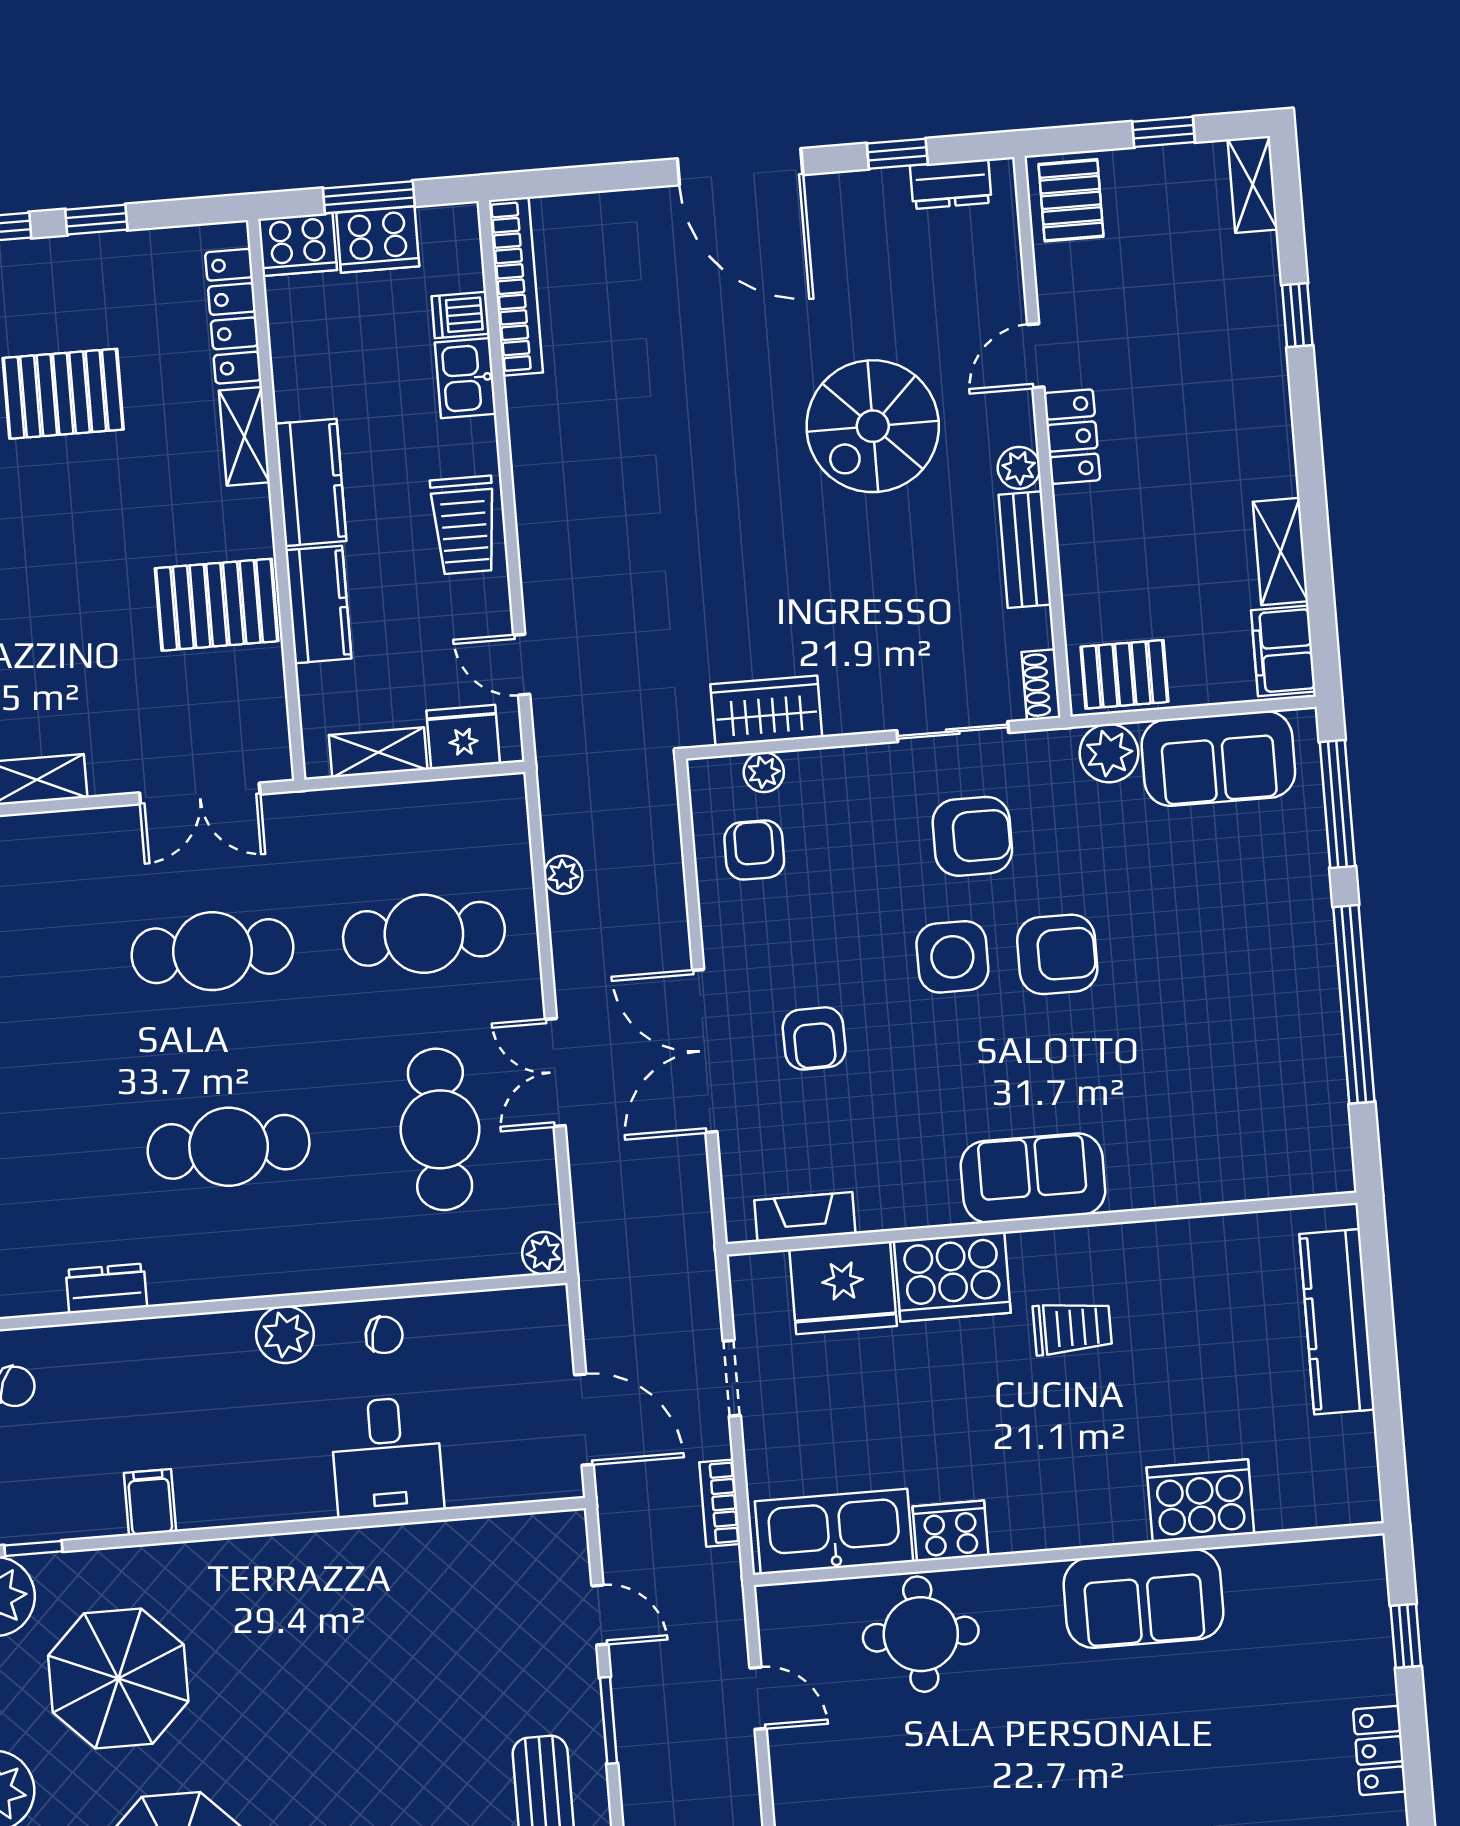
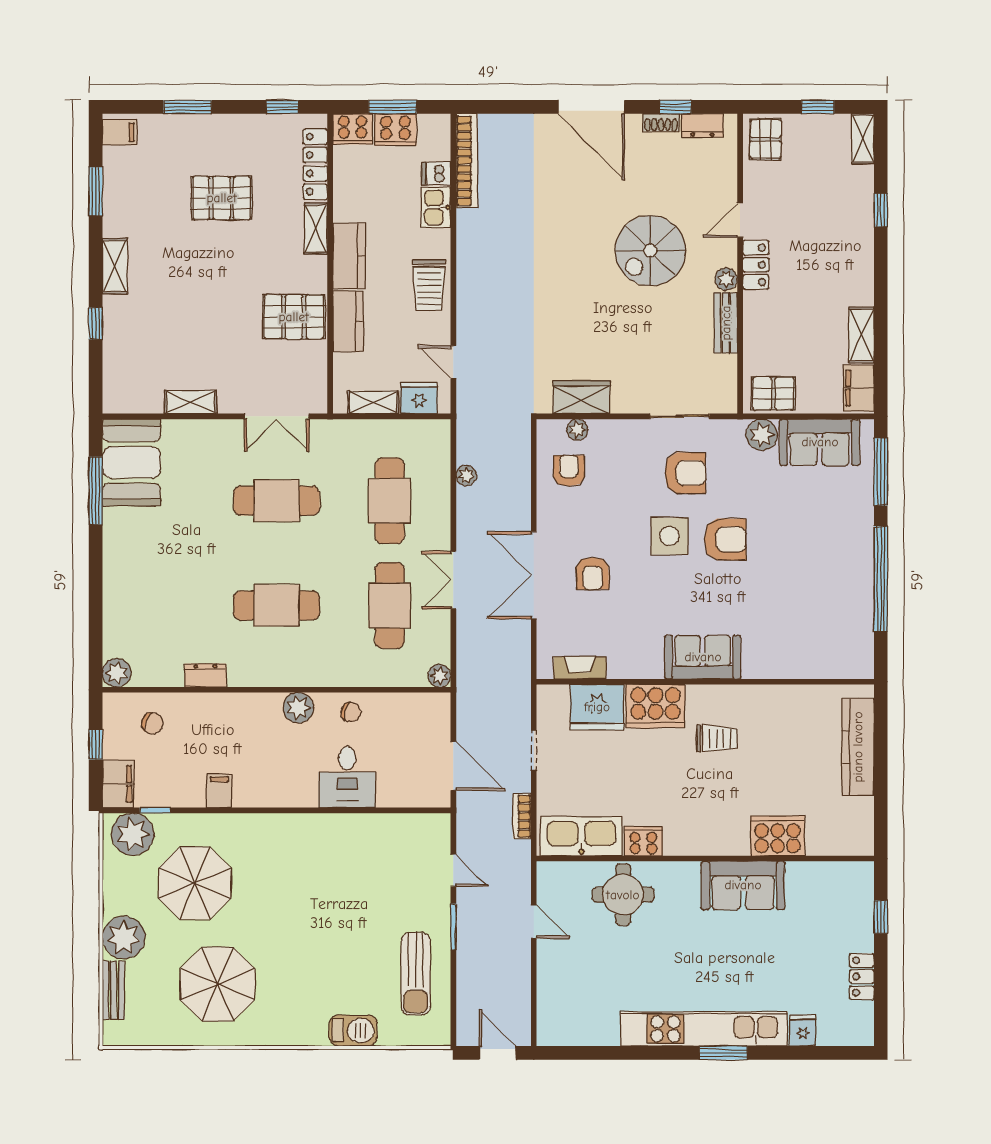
window: (96, 220) -> (282, 107), moved
shoe rack: (1041, 685) -> (661, 123), moved, turned -90
cafe table: (424, 934) -> (390, 501), turned 90

